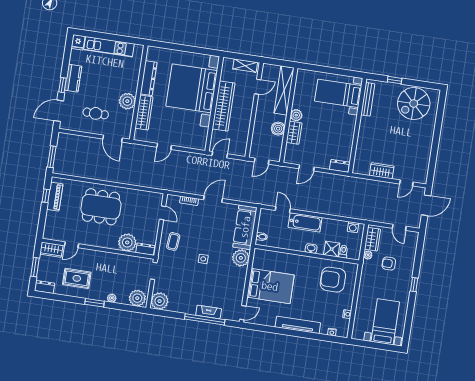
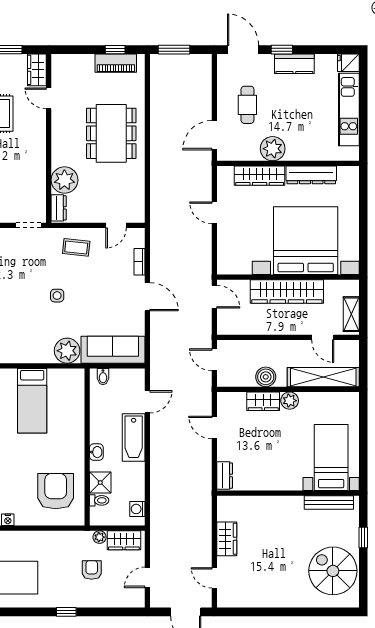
bed: (270, 286) -> (32, 401), width x0.67

